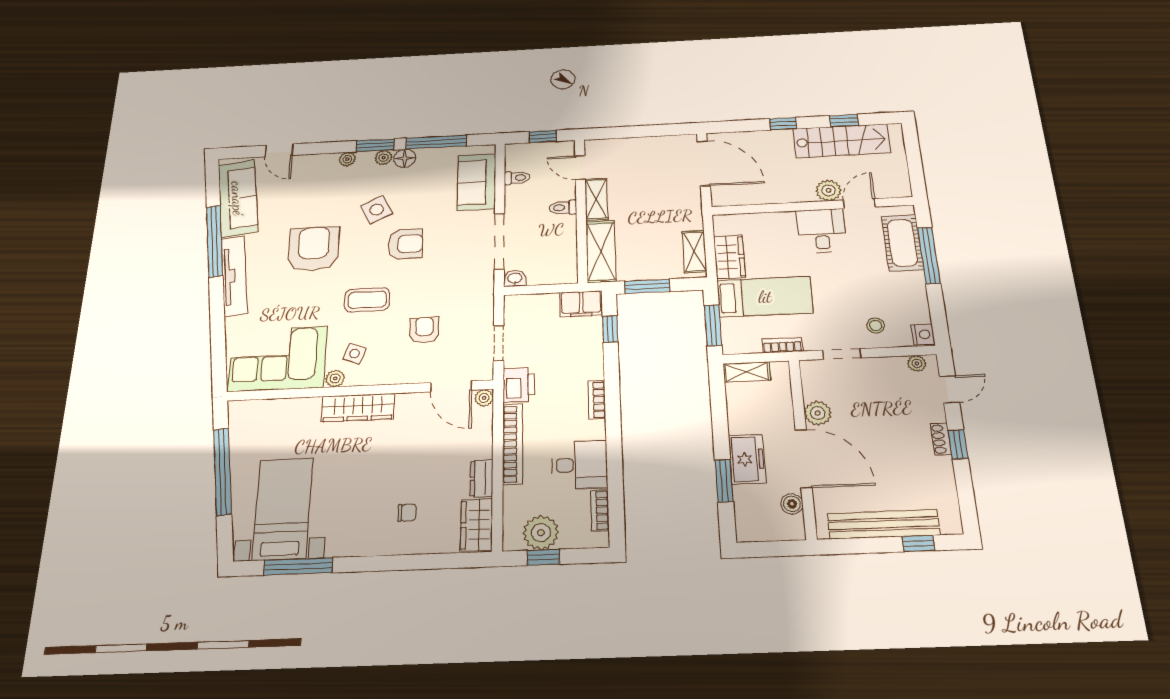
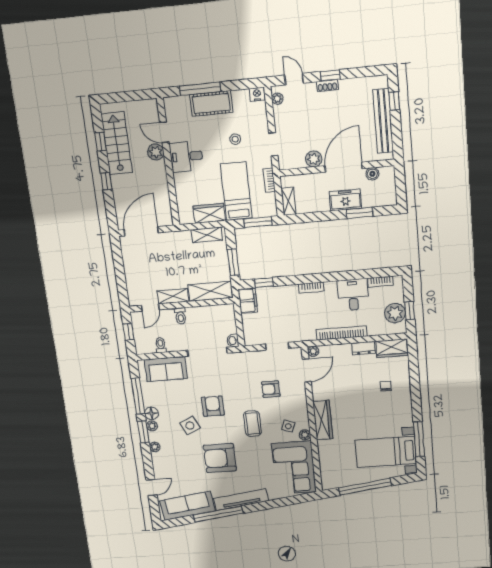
cot: (902, 243) -> (211, 103), moved
stool: (876, 326) -> (235, 139), moved
printer: (519, 385) -> (304, 333), removed

